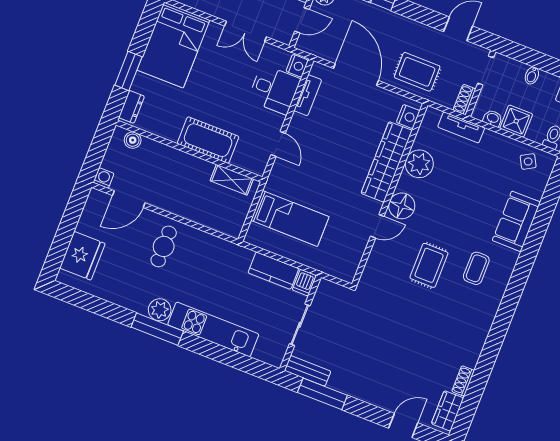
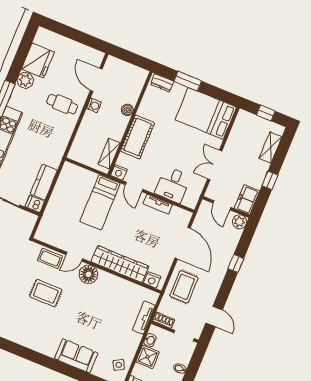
nightstand: (297, 66) -> (119, 172), moved
door: (356, 75) -> (183, 243), hinge flipped
tv unit: (308, 95) -> (158, 204), moved
boiler: (133, 140) -> (127, 110), moved
door: (278, 144) -> (134, 187), hinge flipped
plant: (419, 164) -> (118, 287), removed
washing machine: (104, 178) -> (94, 105), moved
bed: (290, 218) -> (100, 202), moved
door: (377, 226) -> (74, 257), hinge flipped
fridge: (82, 256) -> (38, 60), moved, turned -90
coffee table: (476, 268) -> (50, 258), moved
plant: (160, 310) -> (25, 80), moved

